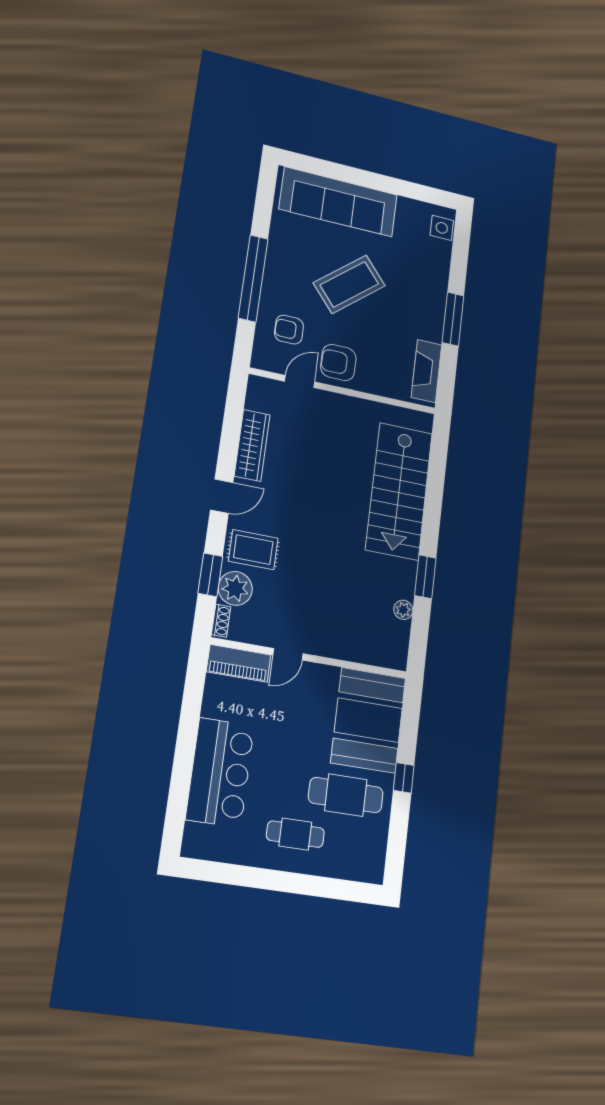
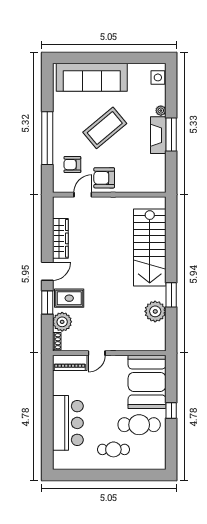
plant: (441, 279) -> (161, 111), added
fireplace: (426, 371) -> (158, 135), moved
window: (210, 575) -> (47, 302), moved
plant: (403, 610) -> (155, 311), width x1.88, depth x1.88

